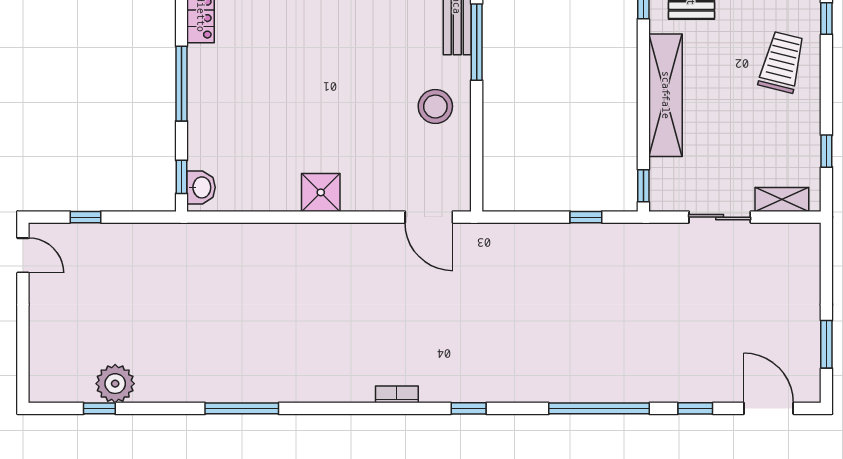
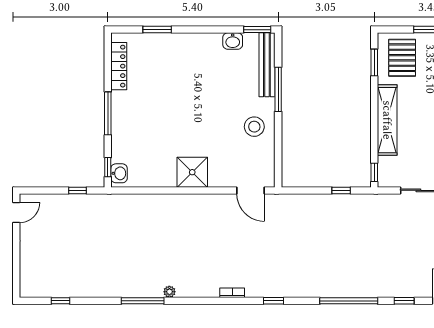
shower: (321, 192) -> (192, 172), width x1.36, depth x1.36
window: (85, 217) -> (77, 190), moved
door: (23, 255) -> (16, 213), hinge flipped
plant: (115, 384) -> (169, 292), moved, width x0.53, depth x0.53

